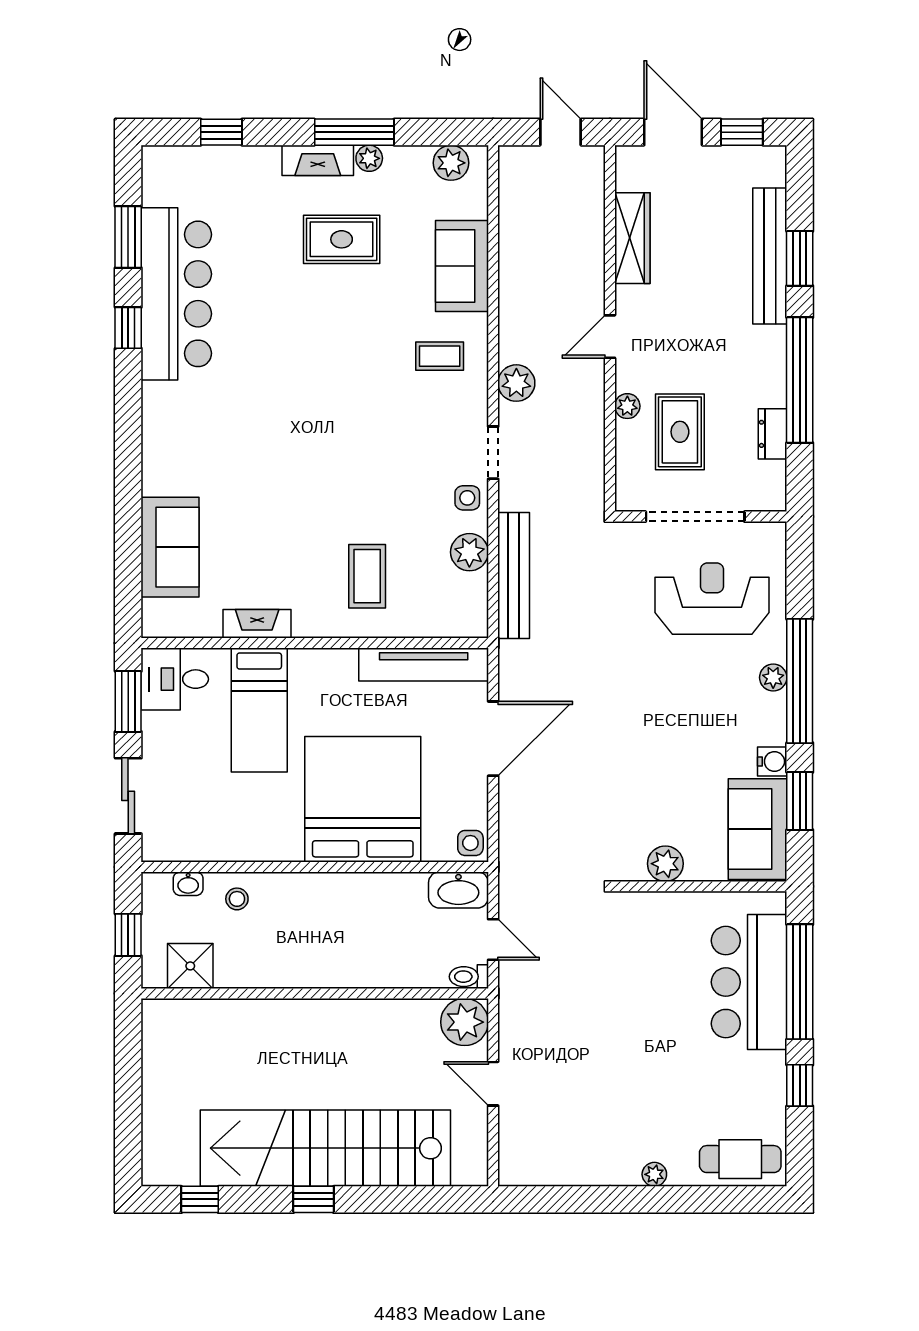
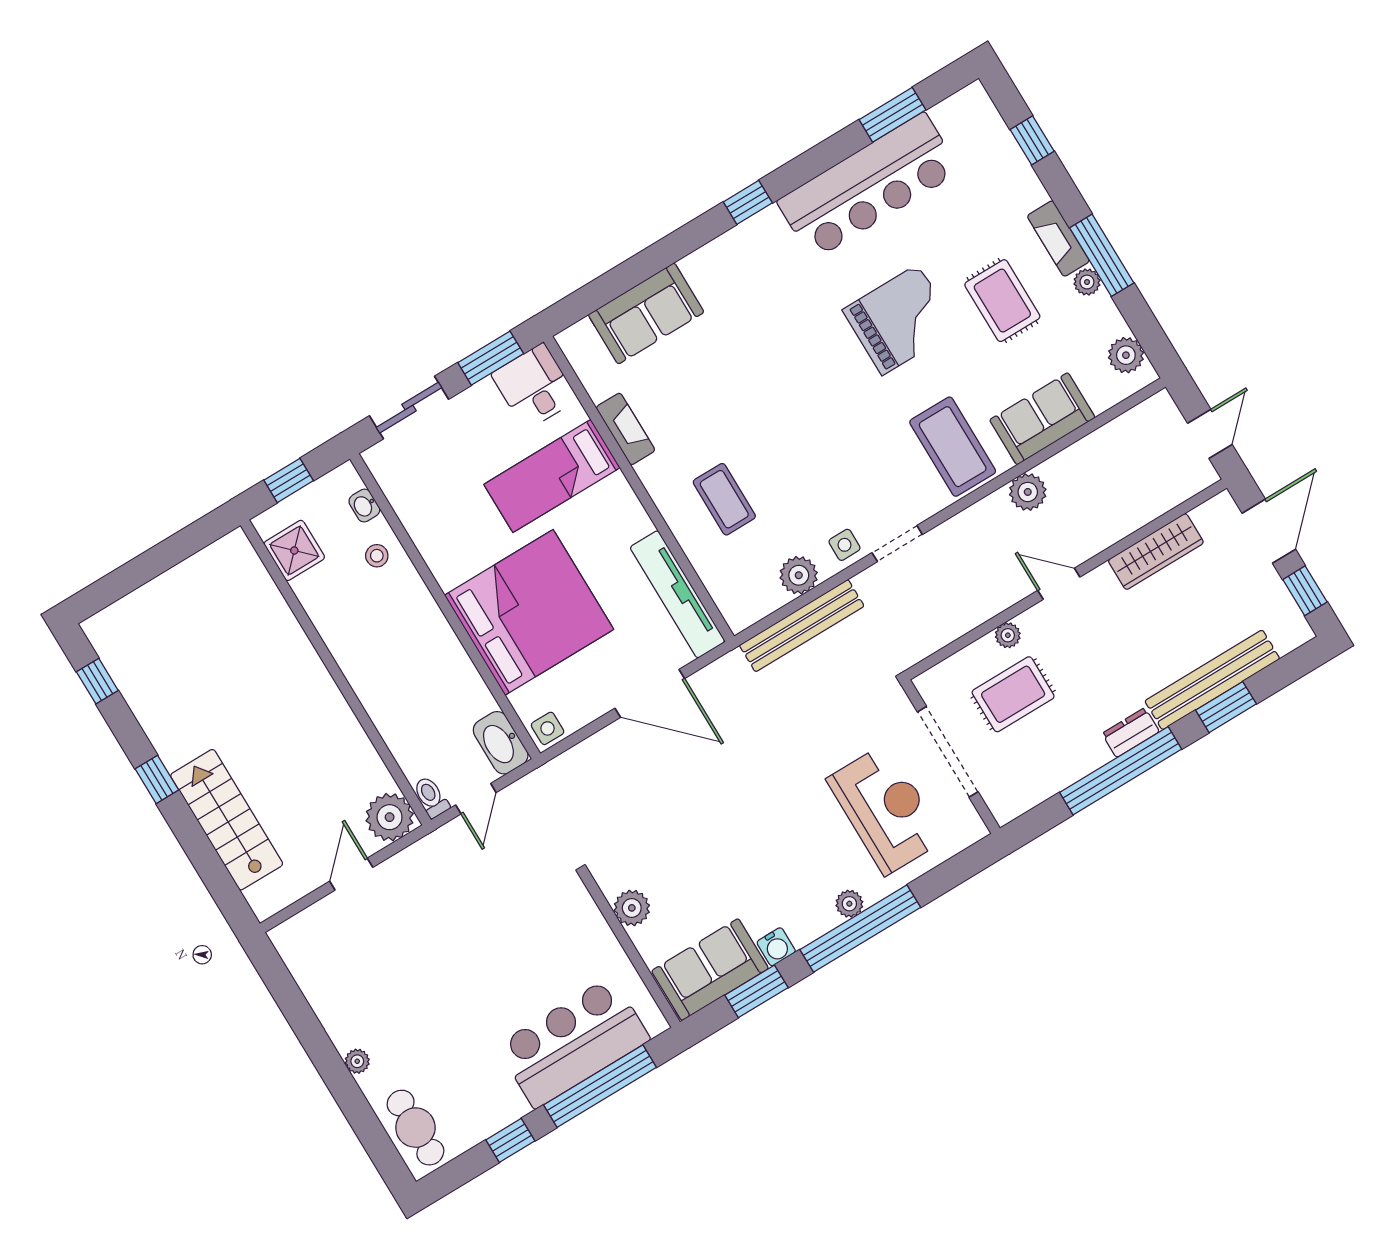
window: (128, 328) -> (748, 202), moved
grand piano: (305, 336) -> (900, 320), added
coffee table: (440, 356) -> (953, 447), width x1.86, depth x1.72
plant: (516, 383) -> (1028, 492), moved
dresser: (773, 434) -> (1131, 733), moved
coffee table: (367, 576) -> (724, 499), turned 90
stairs: (325, 1148) -> (227, 820), width x0.54, depth x0.66

